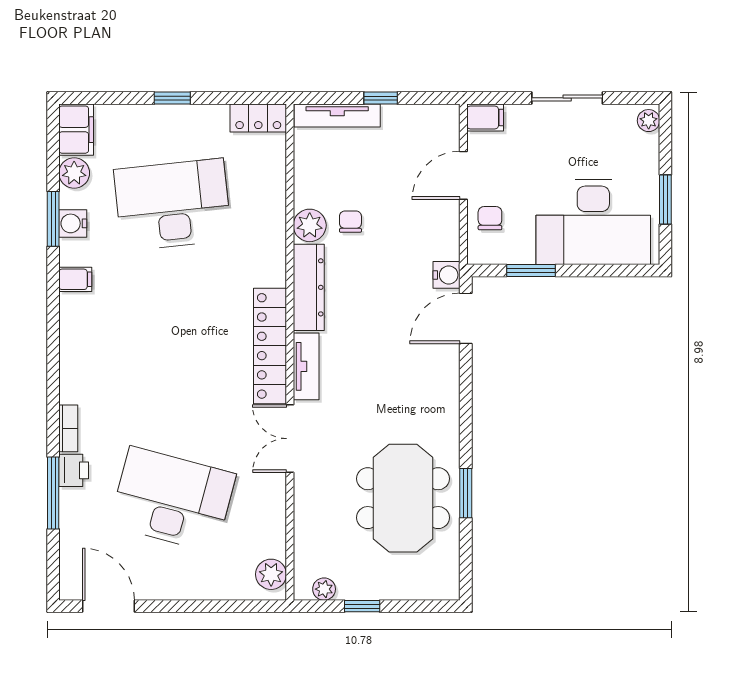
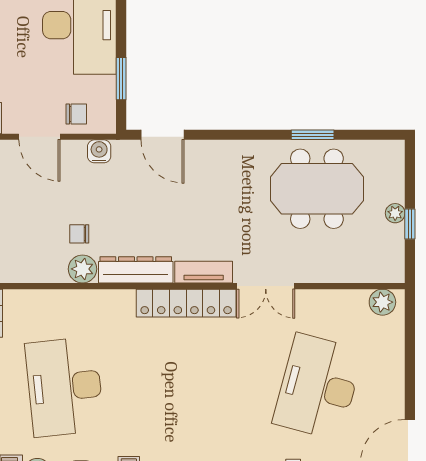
chair: (490, 218) -> (76, 114), turned 180
water cooler: (447, 275) -> (99, 151), moved
plant: (324, 589) -> (395, 213), moved

